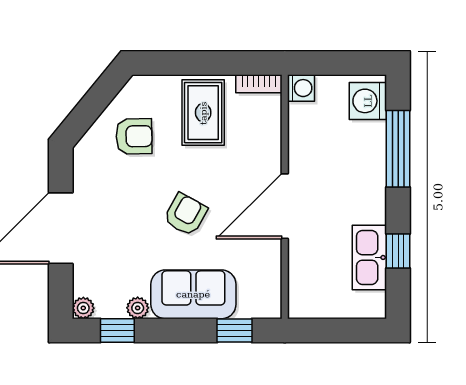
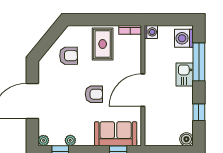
armchair: (185, 214) -> (94, 94), turned 61
kitchen sink: (369, 257) -> (185, 75), moved, width x0.73
sofa: (193, 294) -> (116, 134), moved
boiler: (373, 306) -> (186, 139), added

